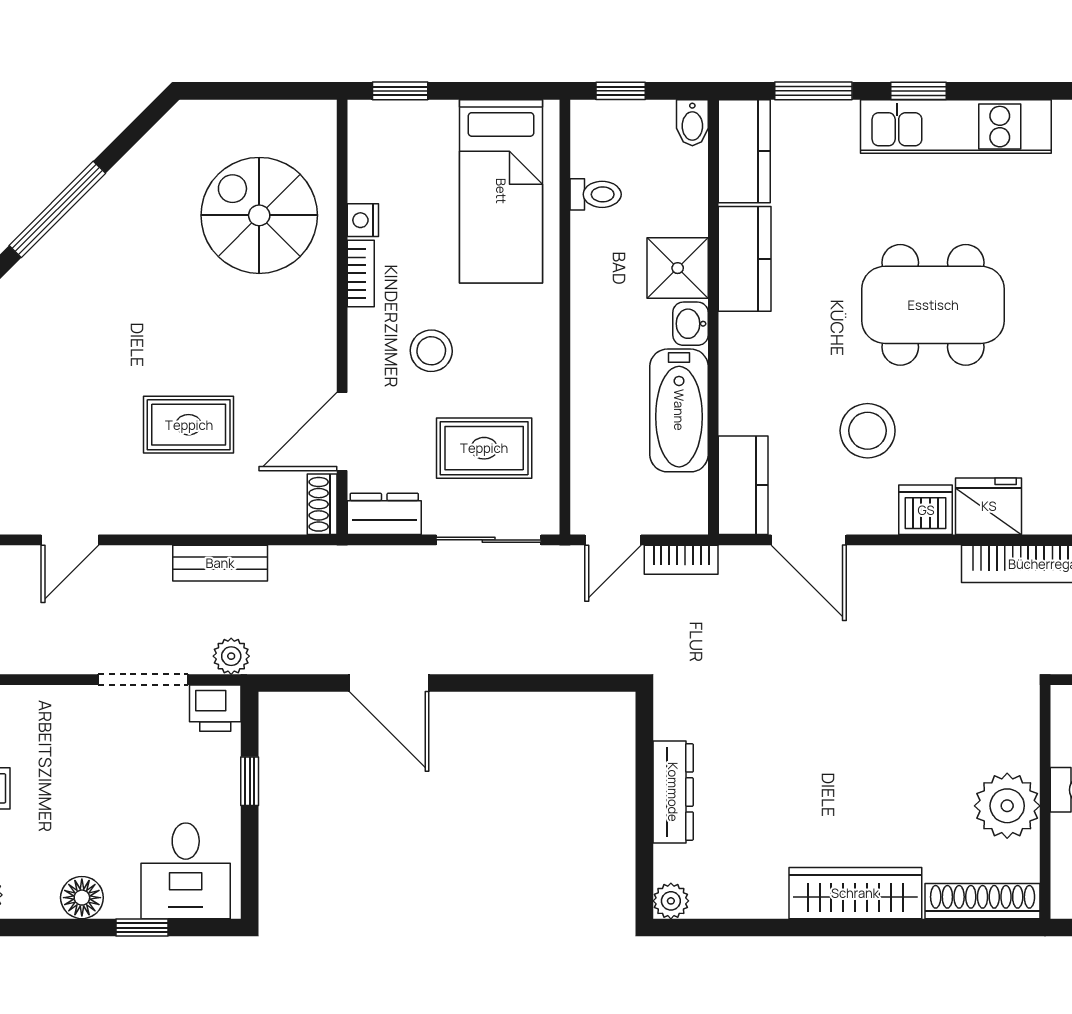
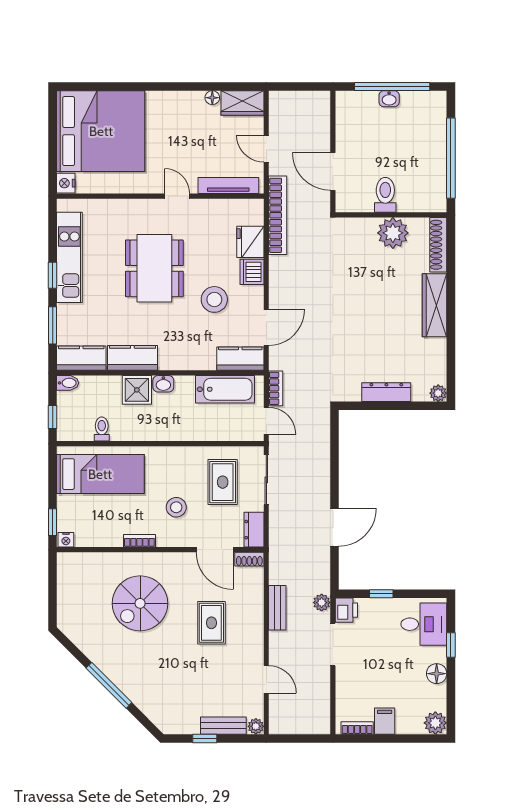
spiral stairs: (259, 215) -> (140, 603), moved
nightstand: (363, 220) -> (66, 540), moved
bathtub: (679, 410) -> (225, 389), moved

